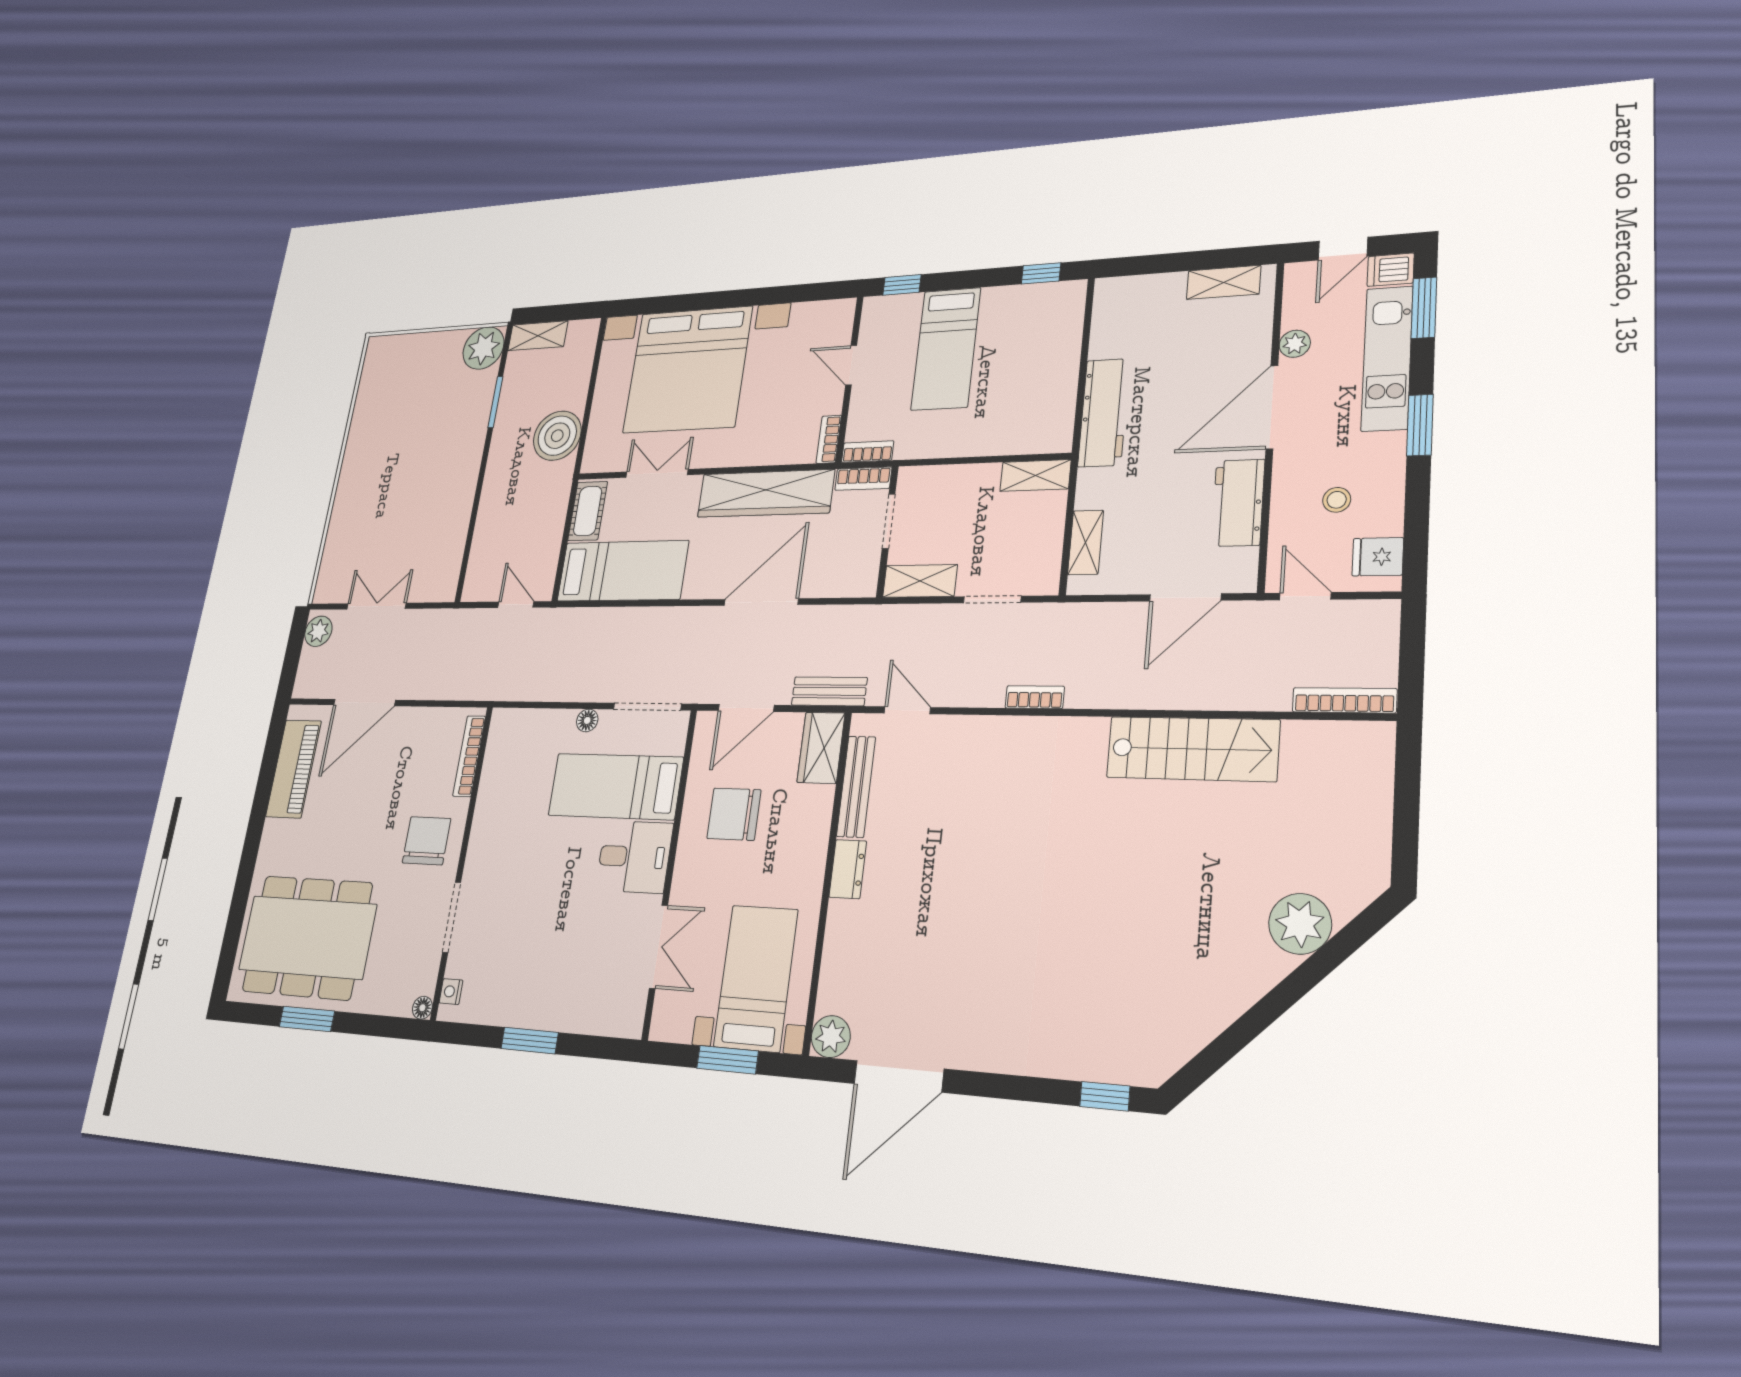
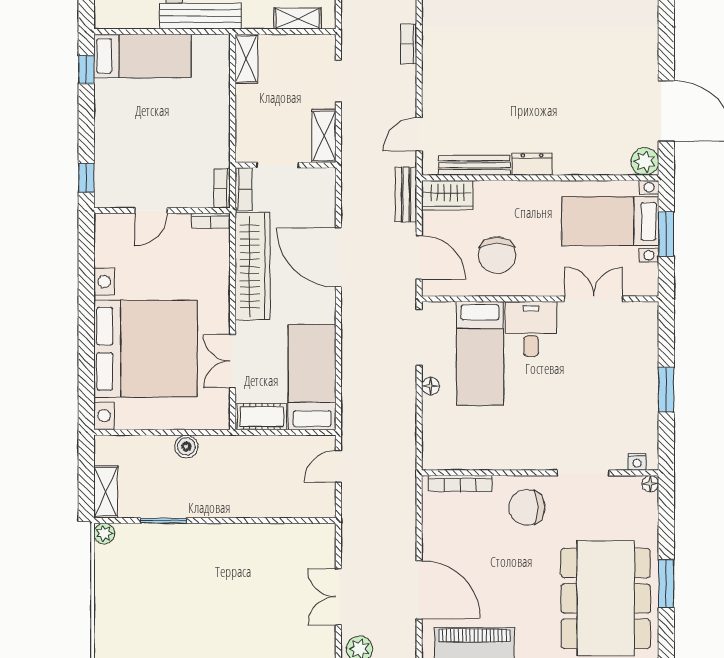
plant: (483, 348) -> (104, 534), width x0.53, depth x0.53
bed: (946, 349) -> (142, 56), moved
boiler: (557, 436) -> (186, 446), width x0.54, depth x0.54

